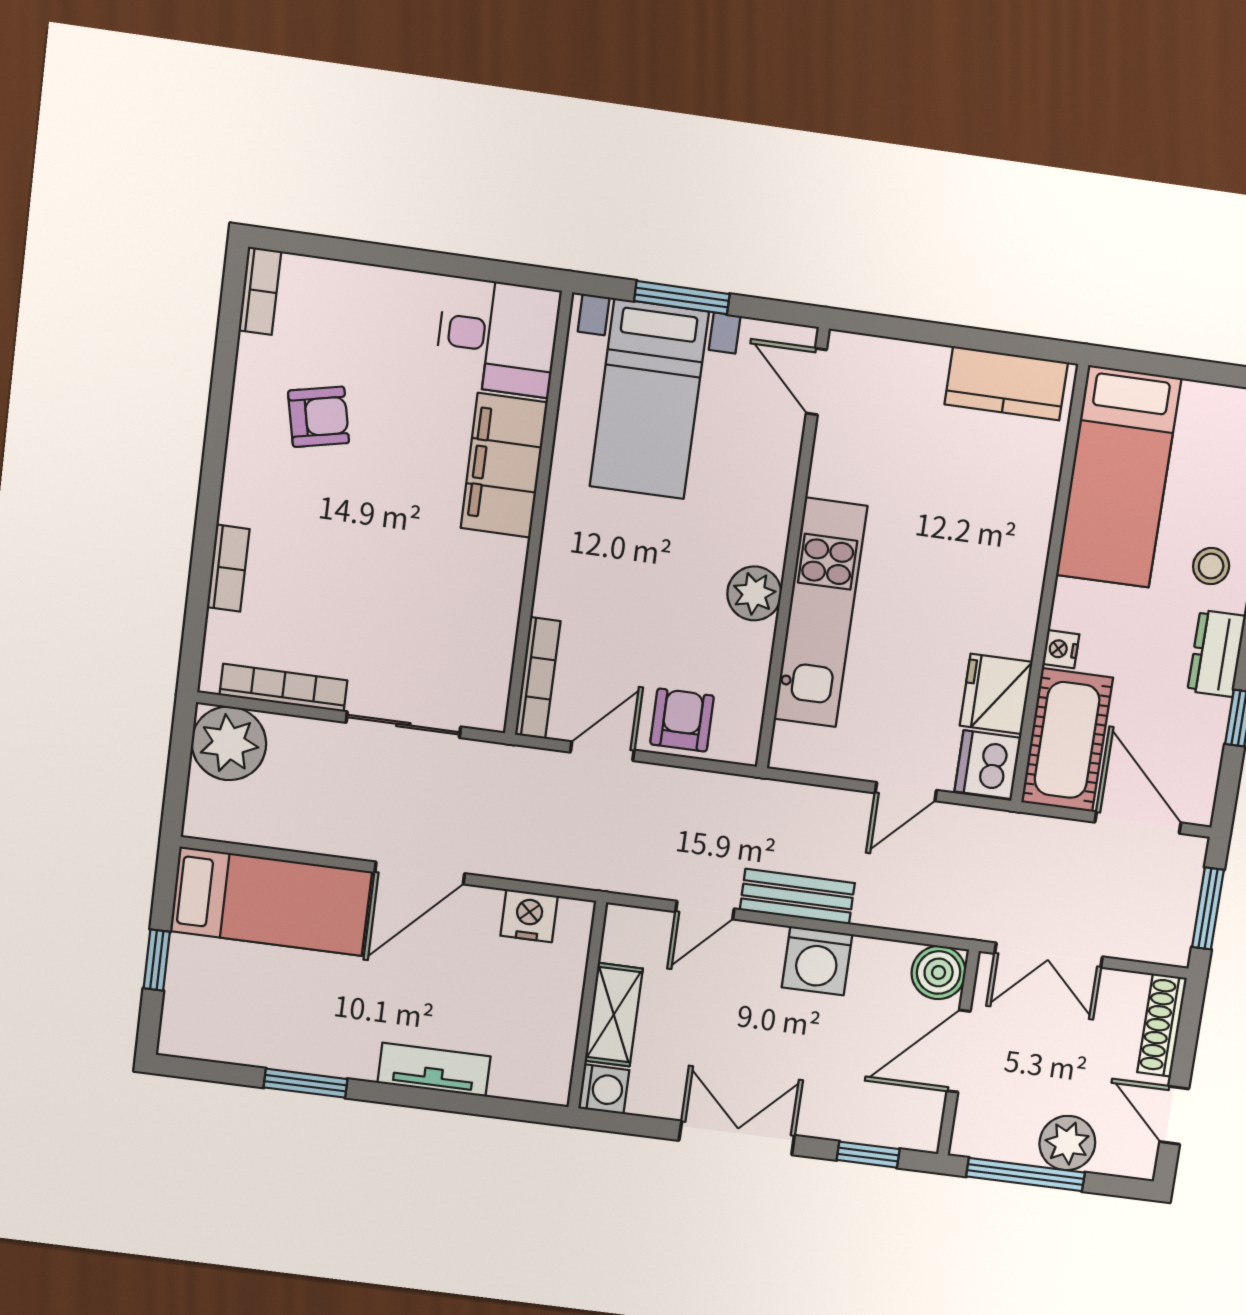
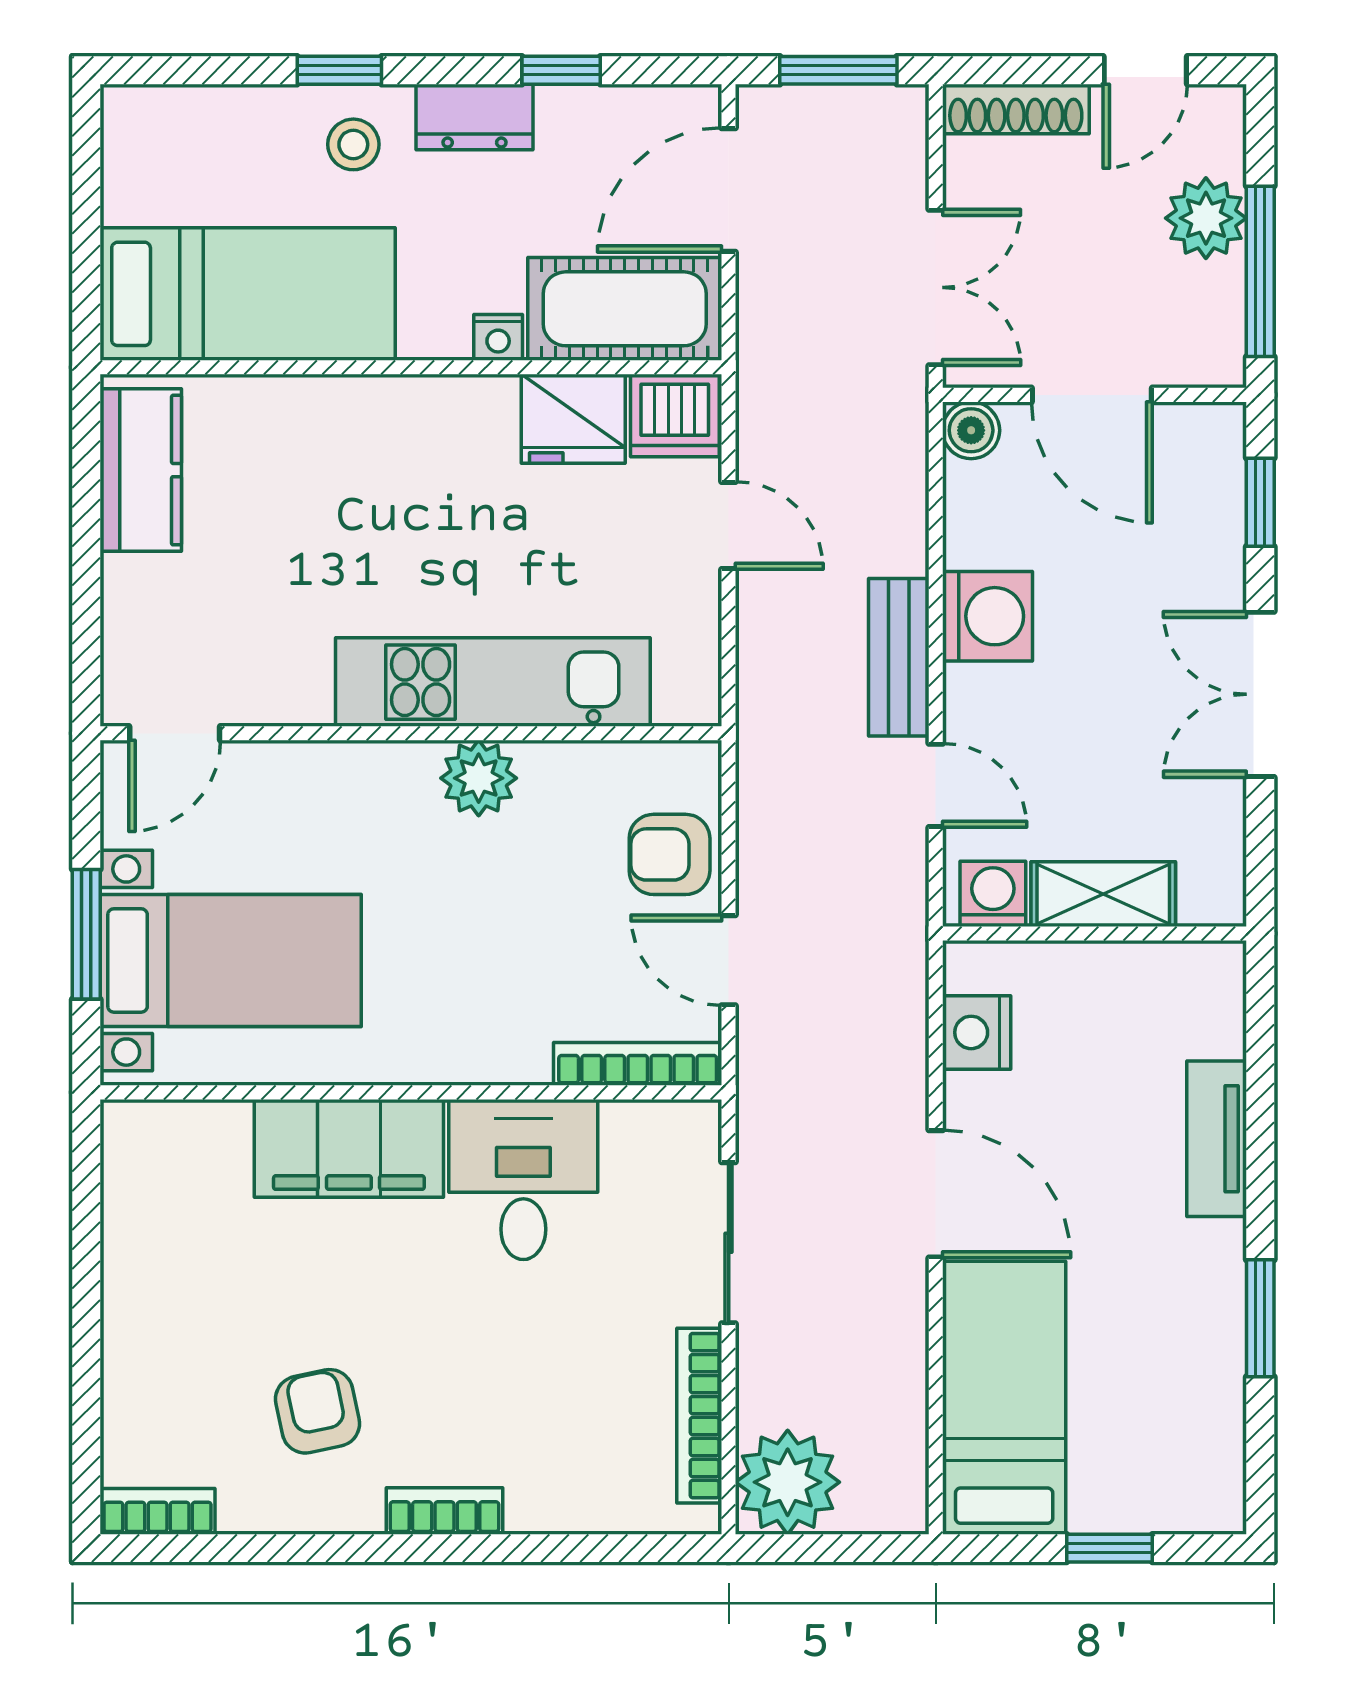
desk: (498, 337) -> (523, 1179), moved
bookcase: (228, 568) -> (444, 1511), moved
boiler: (939, 972) -> (971, 430), width x0.73, depth x0.73
washing machine: (604, 1089) -> (993, 894), moved

